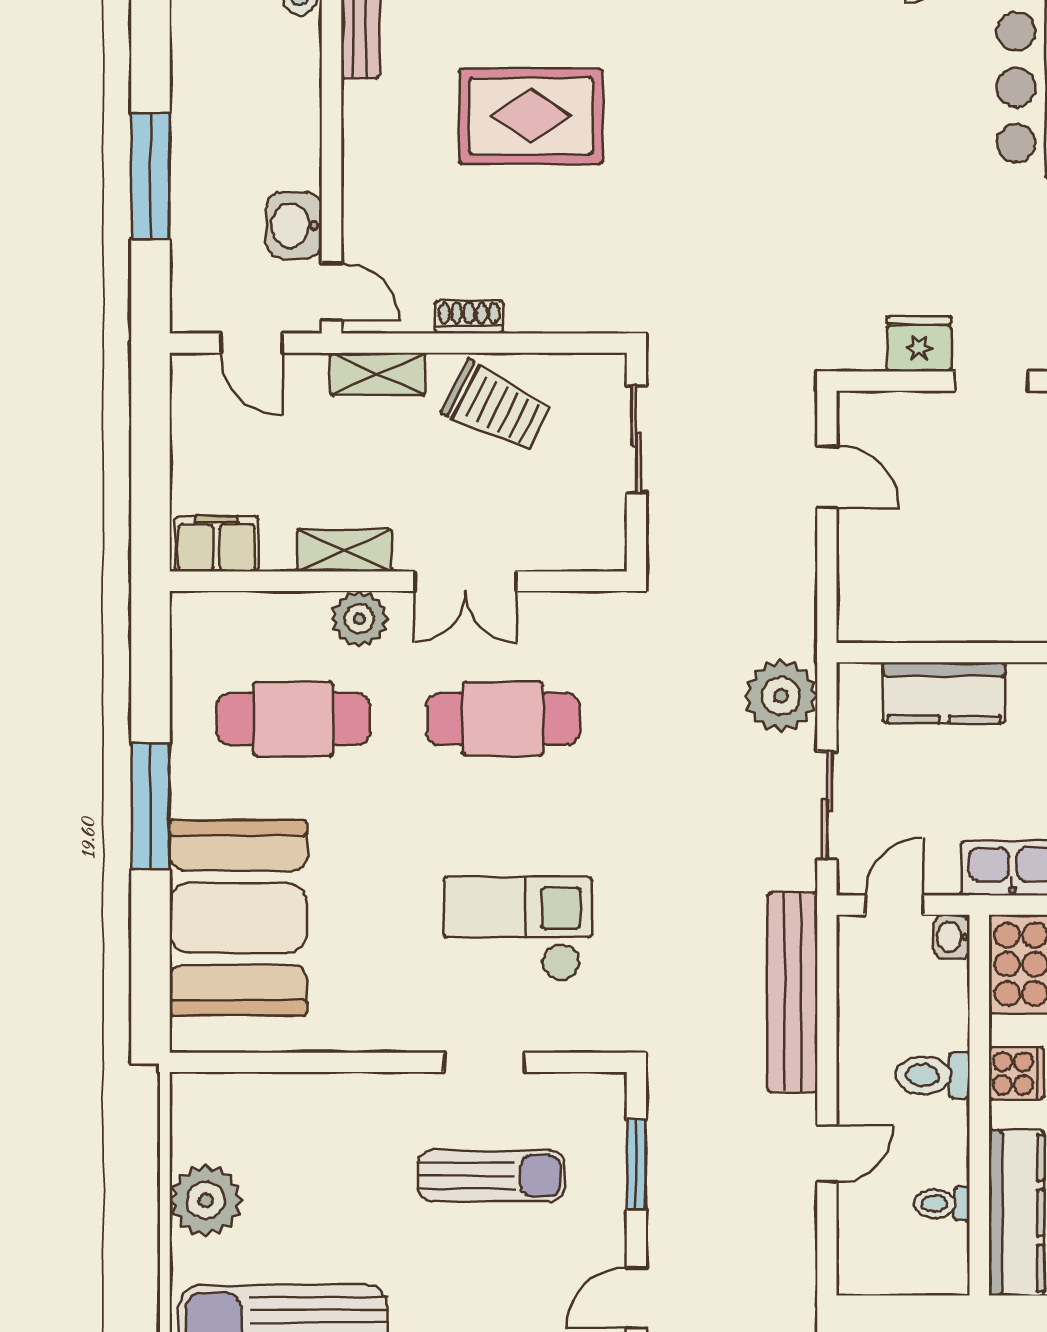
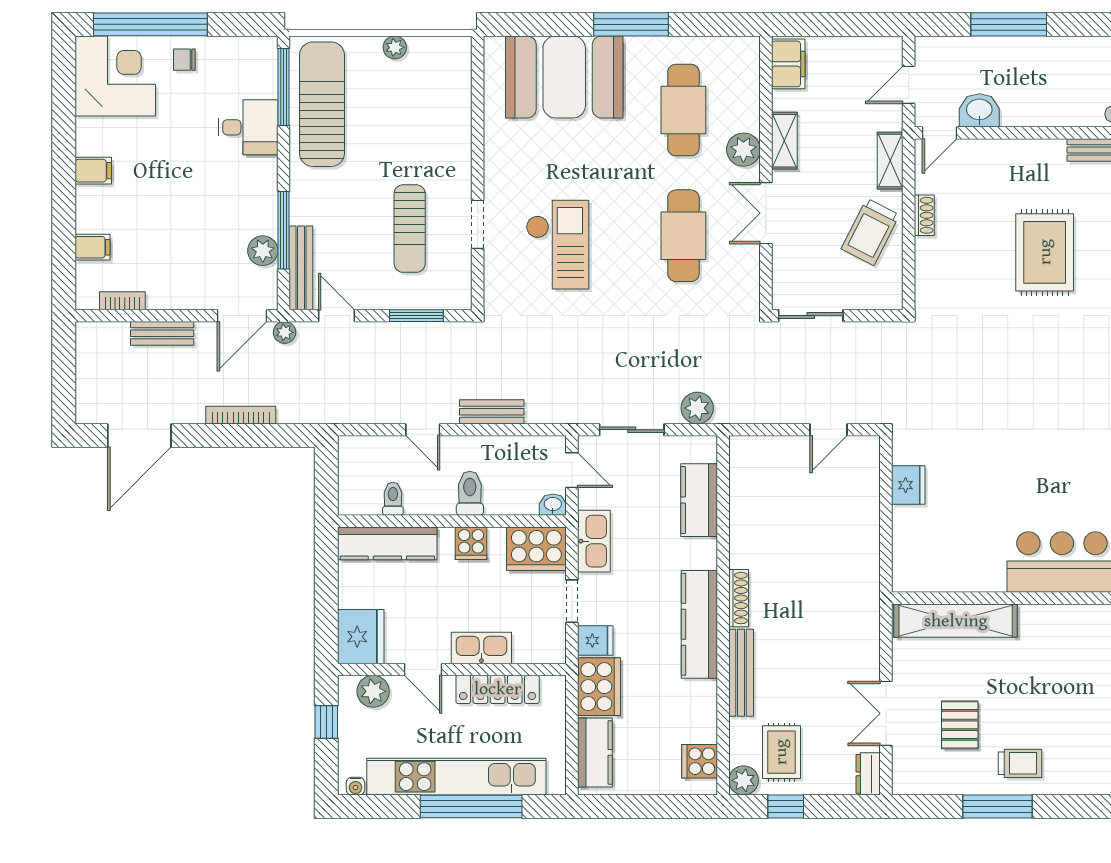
doorway: (991, 381) -> (886, 528), removed
sliding door: (636, 439) -> (811, 316), moved
plant: (781, 696) -> (697, 408), width x0.73, depth x0.73
bench: (792, 992) -> (492, 412), width x0.54, depth x0.82
plant: (206, 1201) -> (395, 47), width x0.53, depth x0.53

